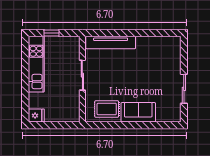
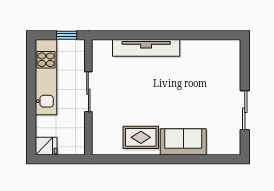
sliding door: (82, 75) -> (88, 92), moved
wall: (82, 79) -> (88, 97), moved

